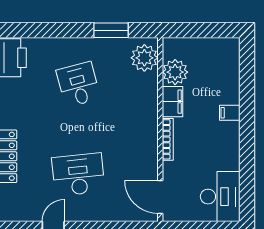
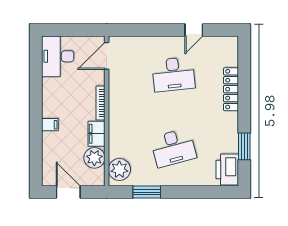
door: (207, 30) -> (68, 192), added
desk: (78, 84) -> (173, 148), width x1.37
door: (160, 197) -> (107, 56), swing flipped

